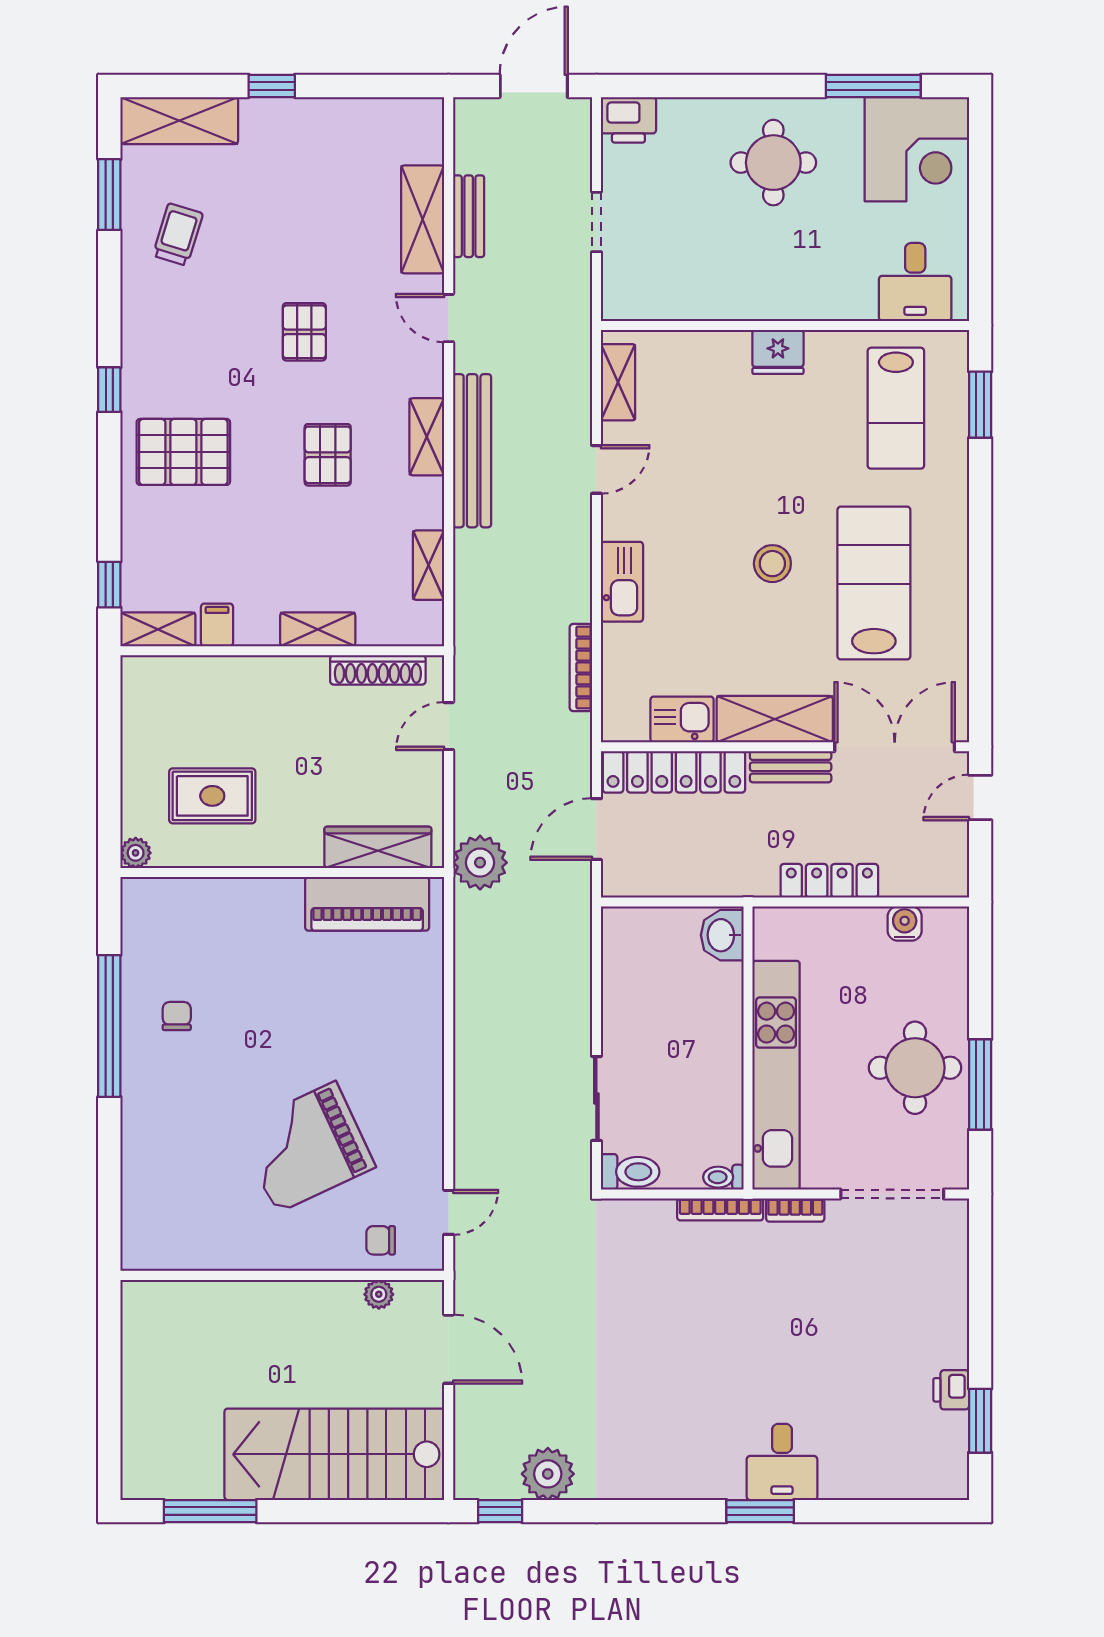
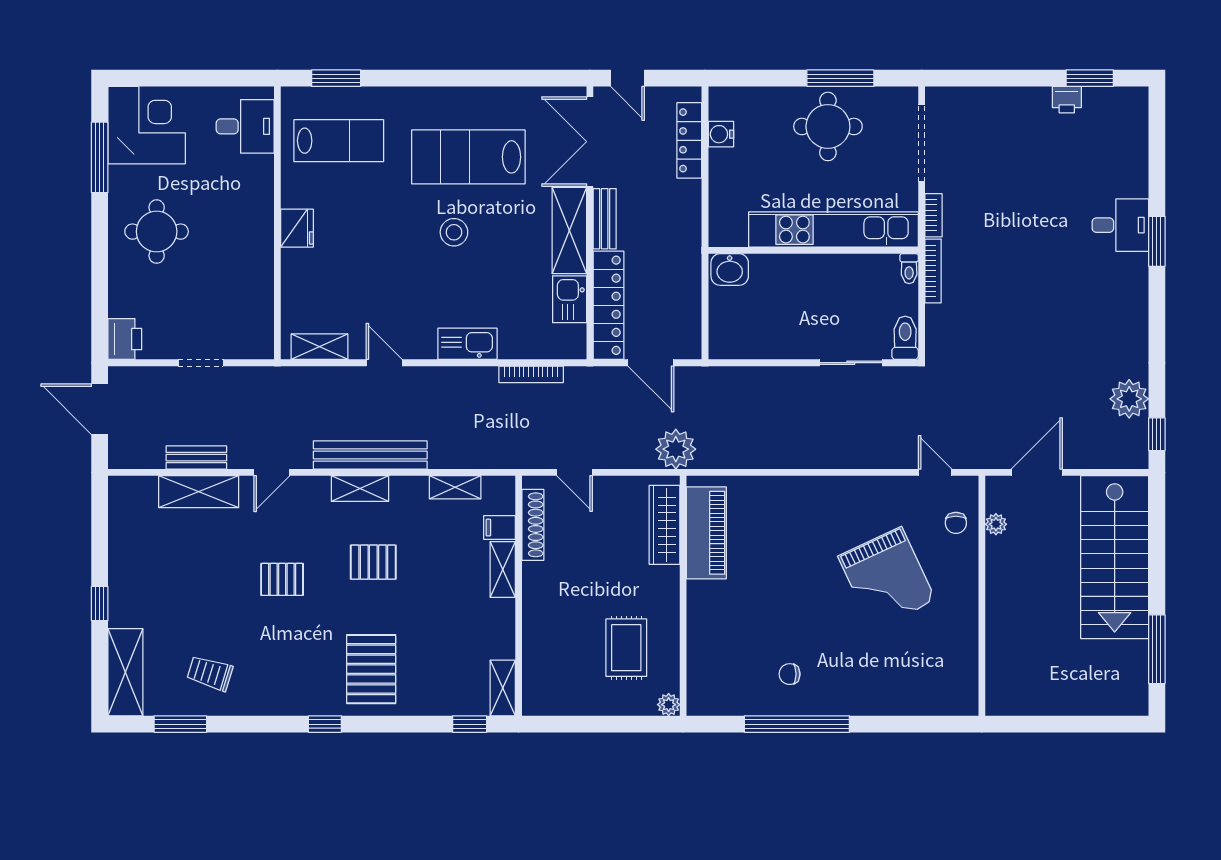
filing cabinet: (217, 625) -> (499, 528), moved
locker: (829, 881) -> (689, 140), moved

